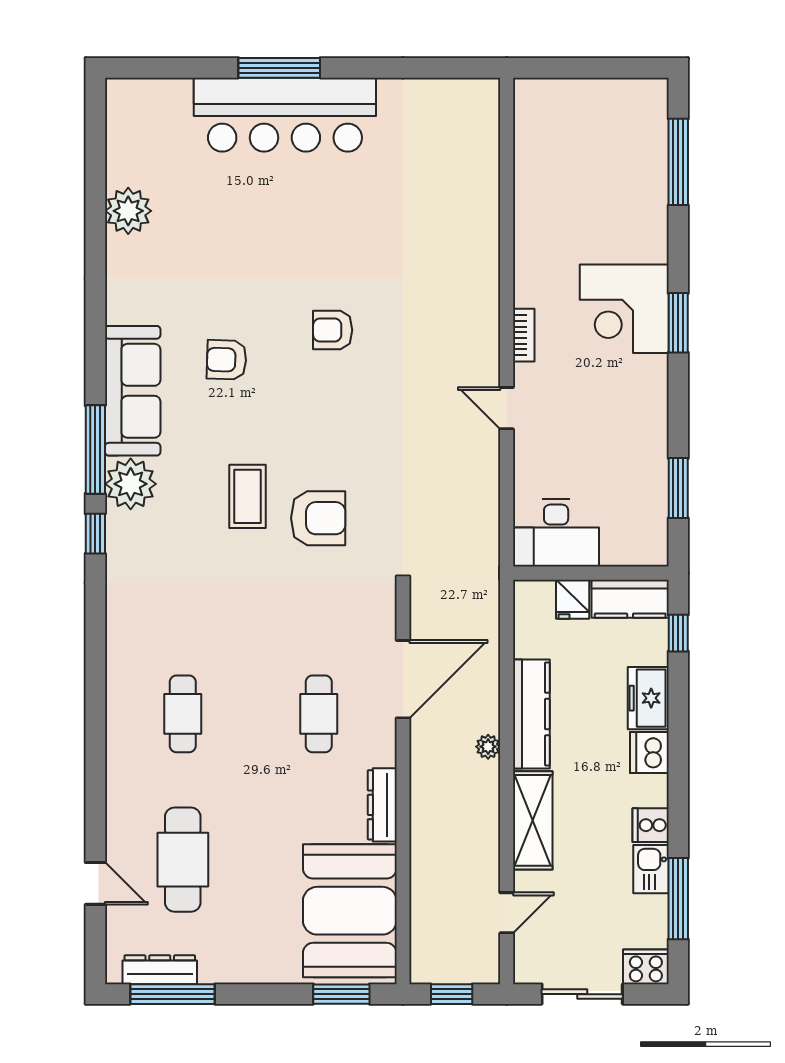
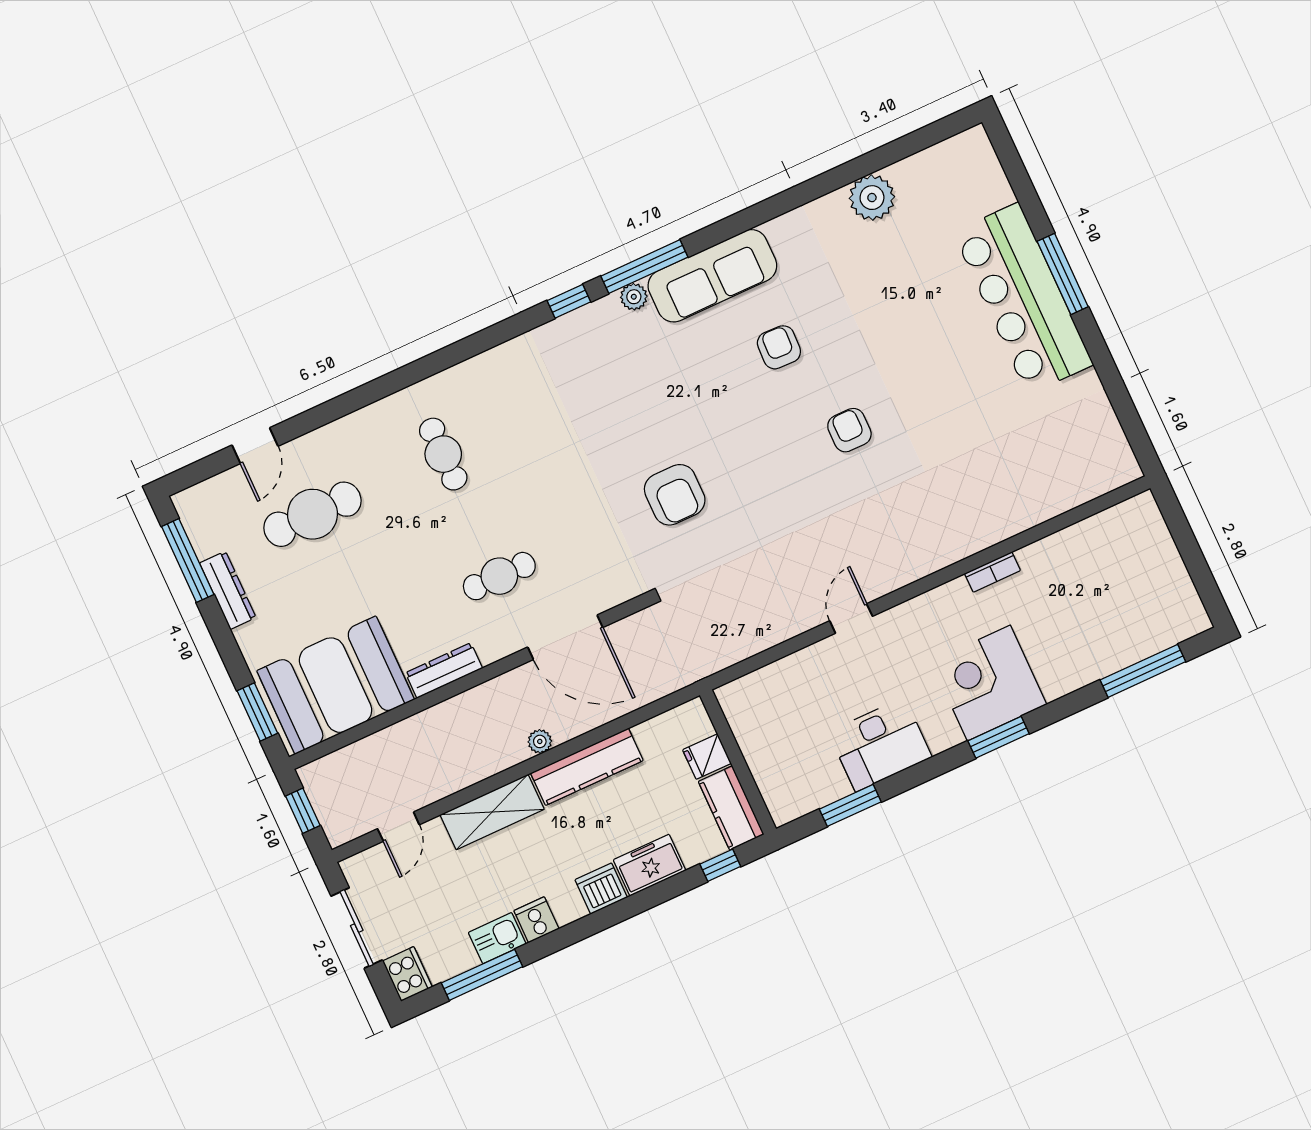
bookcase: (524, 335) -> (992, 572), moved
plant: (131, 484) -> (634, 297), width x0.53, depth x0.53
coffee table: (247, 496) -> (665, 422), removed
desk: (556, 533) -> (880, 744), moved, turned -90
cafe table: (183, 714) -> (443, 454), turned 90
door: (507, 913) -> (398, 827), hinge flipped
dresser: (160, 970) -> (228, 590), moved

